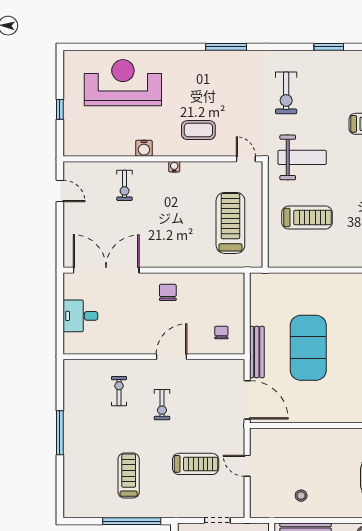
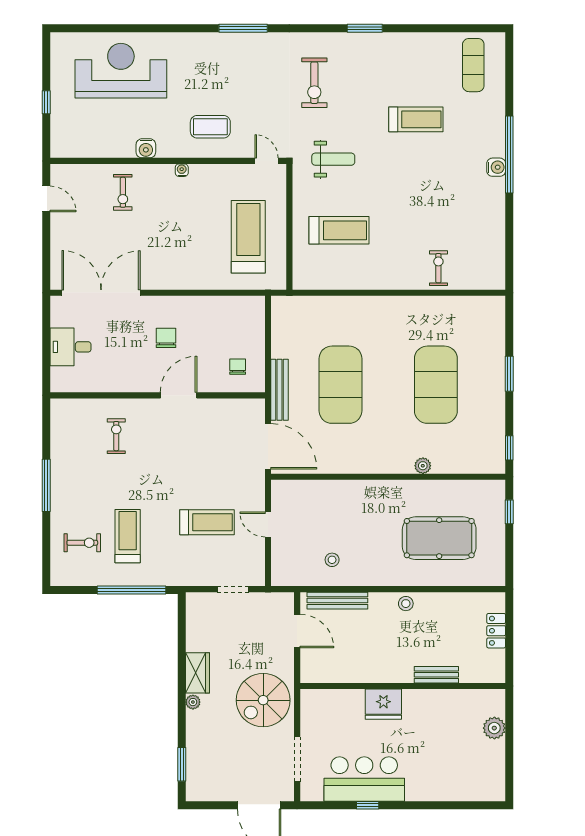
weight bench: (302, 157) -> (333, 159), width x0.73, depth x0.75
chair: (168, 292) -> (166, 338), moved
exercise bike: (162, 405) -> (82, 543), moved, turned -90

